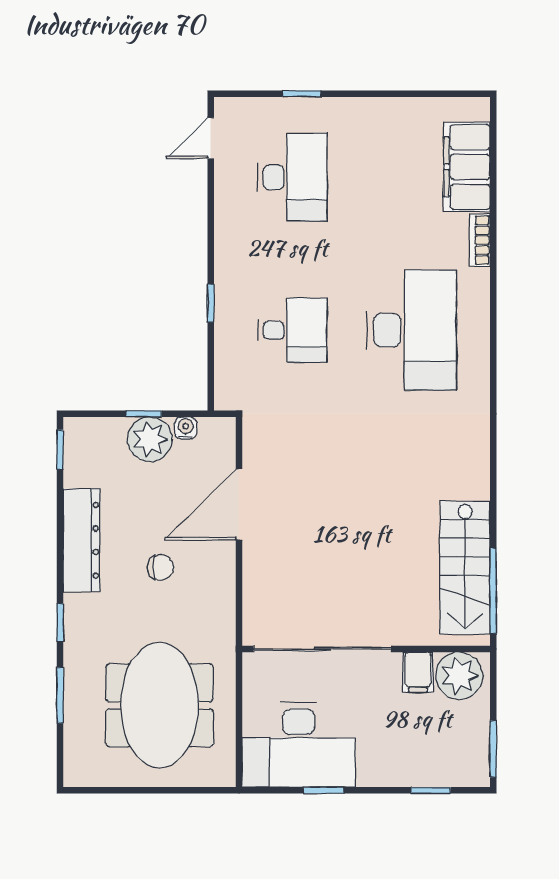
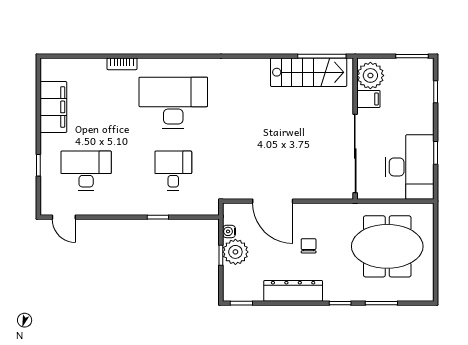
filing cabinet: (467, 167) -> (53, 107), moved, turned -90

